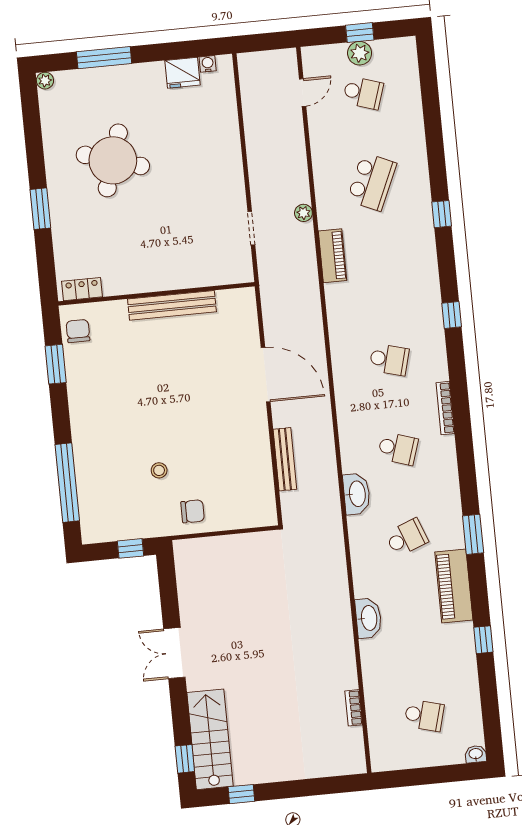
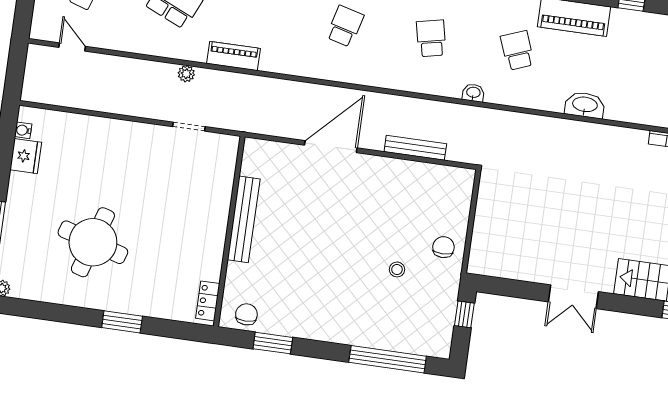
chair: (78, 331) -> (246, 314), turned 90
school desk: (398, 449) -> (431, 38), turned -30
washbasin: (357, 494) -> (473, 93), width x0.52, depth x0.69

